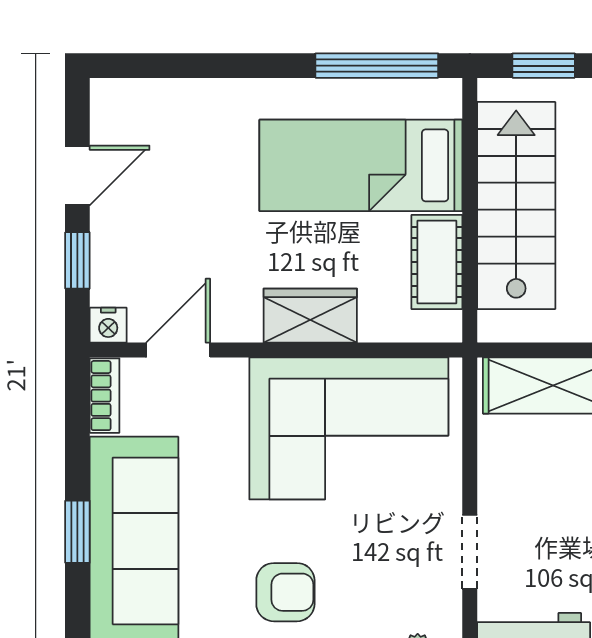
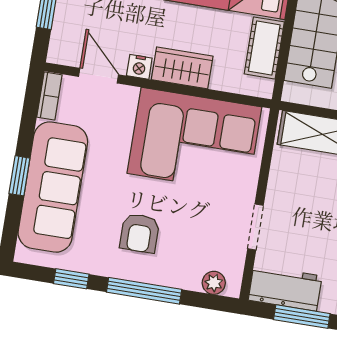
nightstand: (108, 325) -> (139, 67), moved
door: (178, 350) -> (99, 76), hinge flipped
armchair: (285, 592) -> (140, 233), turned 90

